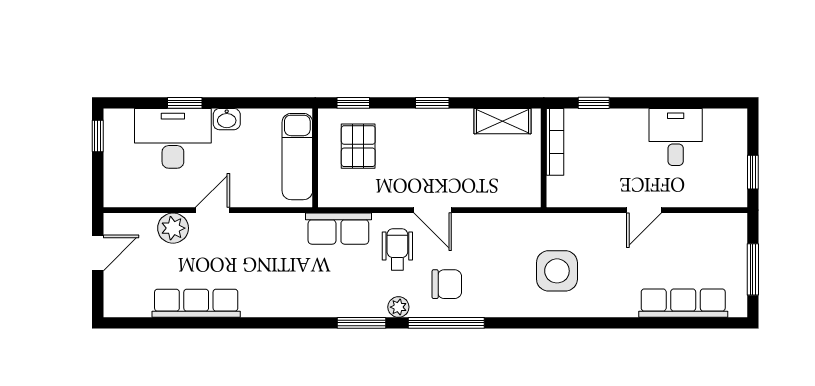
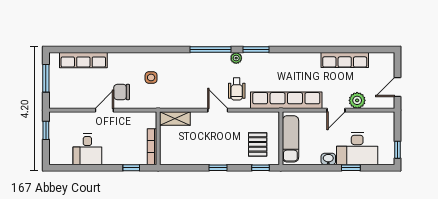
shelving: (502, 121) -> (175, 118), moved
row of seats: (338, 229) -> (286, 100), width x2.02
side table: (557, 271) -> (151, 77), width x0.54, depth x0.54
chair: (447, 284) -> (122, 92), moved

